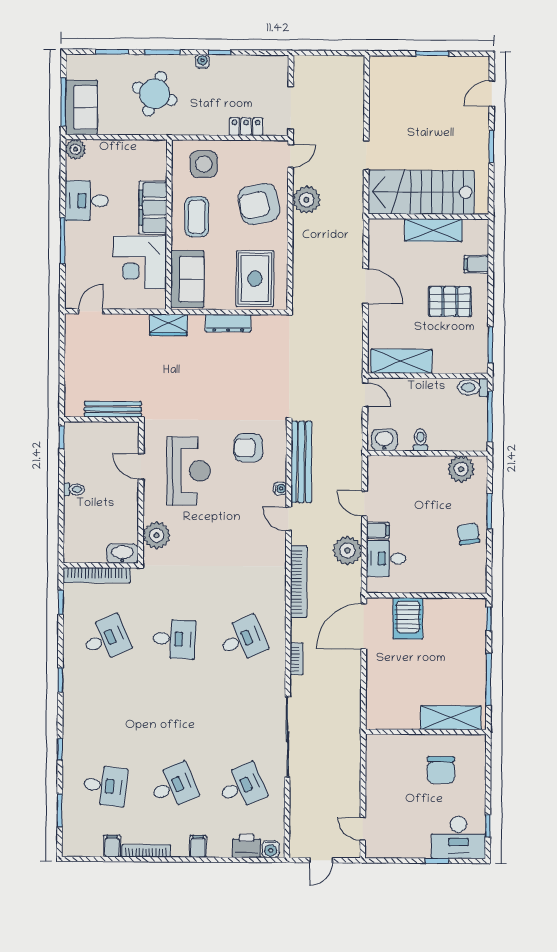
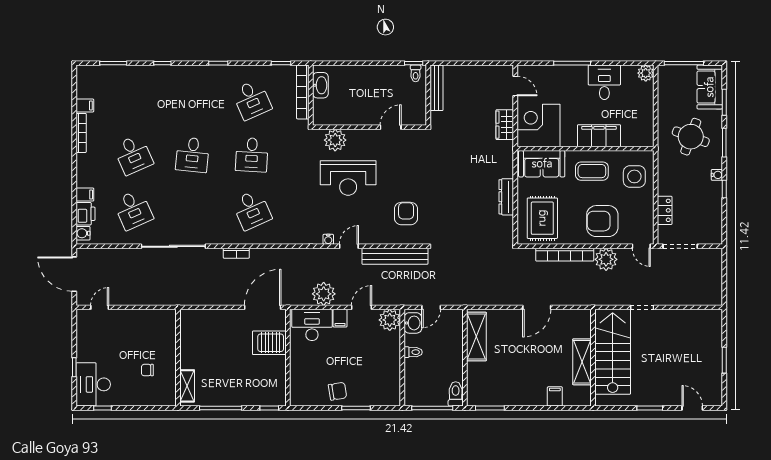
sofa: (81, 107) -> (710, 87), moved, turned 90
armchair: (259, 204) -> (602, 221), turned -77
corner desk: (140, 262) -> (538, 125), moved
rug: (255, 279) -> (542, 218), turned 90
pallet: (450, 302) -> (525, 375), removed
wardrobe: (168, 325) -> (505, 125), moved
door: (365, 395) -> (431, 307), moved
bench: (113, 409) -> (436, 88), moved
plant: (461, 469) -> (390, 320), moved
reception desk: (189, 471) -> (348, 178), moved
toilet: (74, 489) -> (416, 73), moved
water cooler: (280, 489) -> (328, 239), moved
washbasin: (122, 553) -> (320, 85), moved
desk: (386, 559) -> (312, 325), width x1.37
bookcase: (299, 582) -> (565, 255), moved
door: (364, 626) -> (263, 307), hinge flipped
shelving: (451, 718) -> (187, 386), width x0.67, depth x0.75
chair: (441, 770) -> (147, 370), width x0.54, depth x0.54
desk: (105, 786) -> (192, 155), moved
filing cabinet: (198, 846) -> (85, 195), moved
door: (321, 860) -> (74, 274), width x1.88

